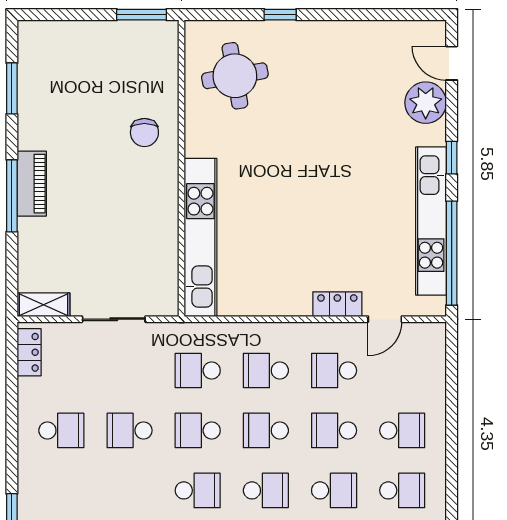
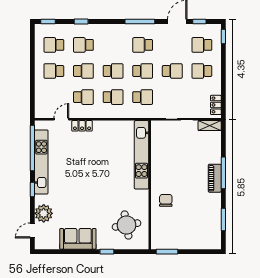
sofa: (347, 44) -> (78, 239), added
door: (452, 63) -> (32, 230), swing flipped
school desk: (266, 490) -> (202, 45), moved

